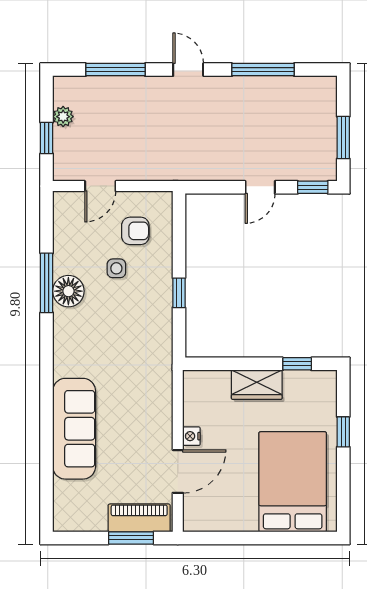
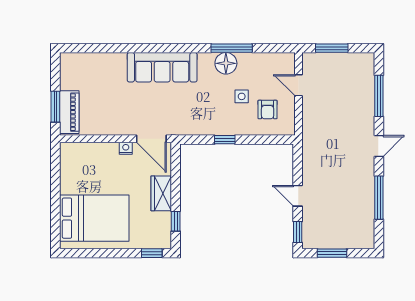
plant: (63, 117) -> (346, 60), removed
window: (47, 138) -> (332, 48), width x1.50
sofa: (74, 429) -> (162, 67), moved
window: (343, 432) -> (152, 253), moved
door: (178, 471) -> (151, 139), moved

